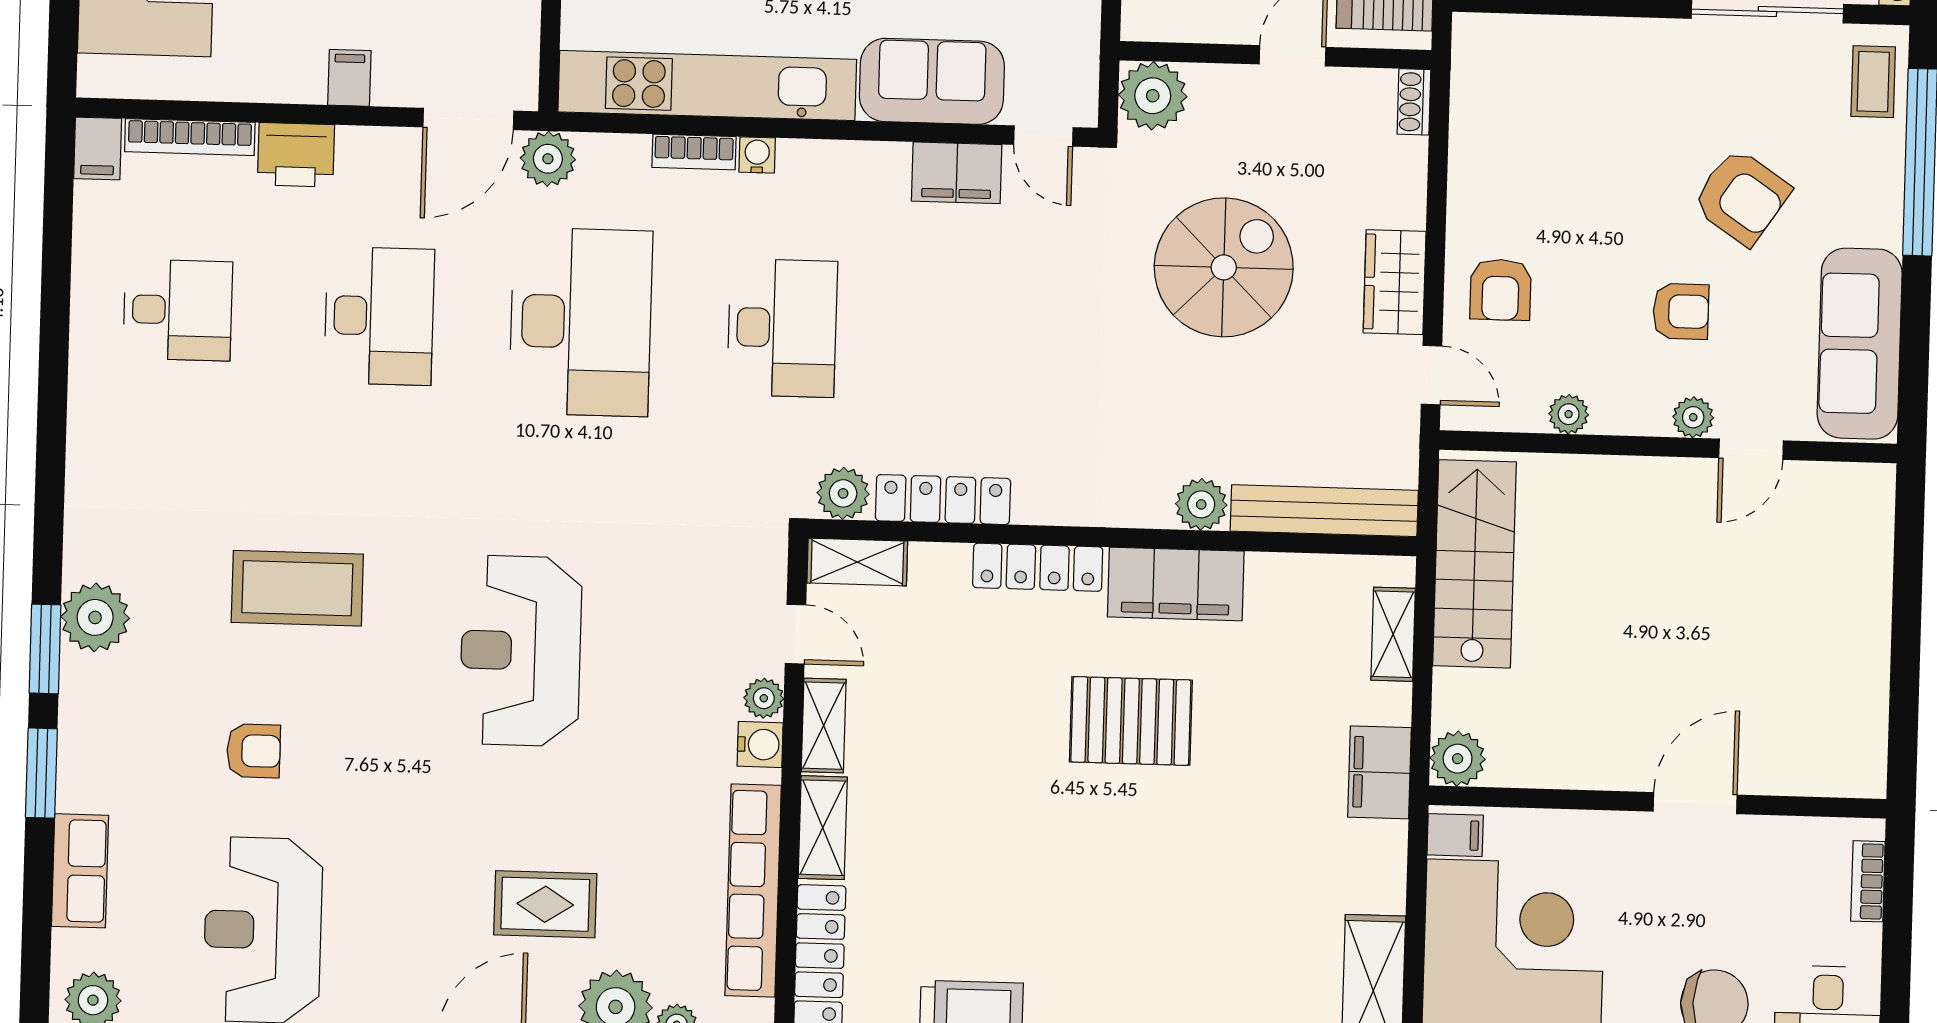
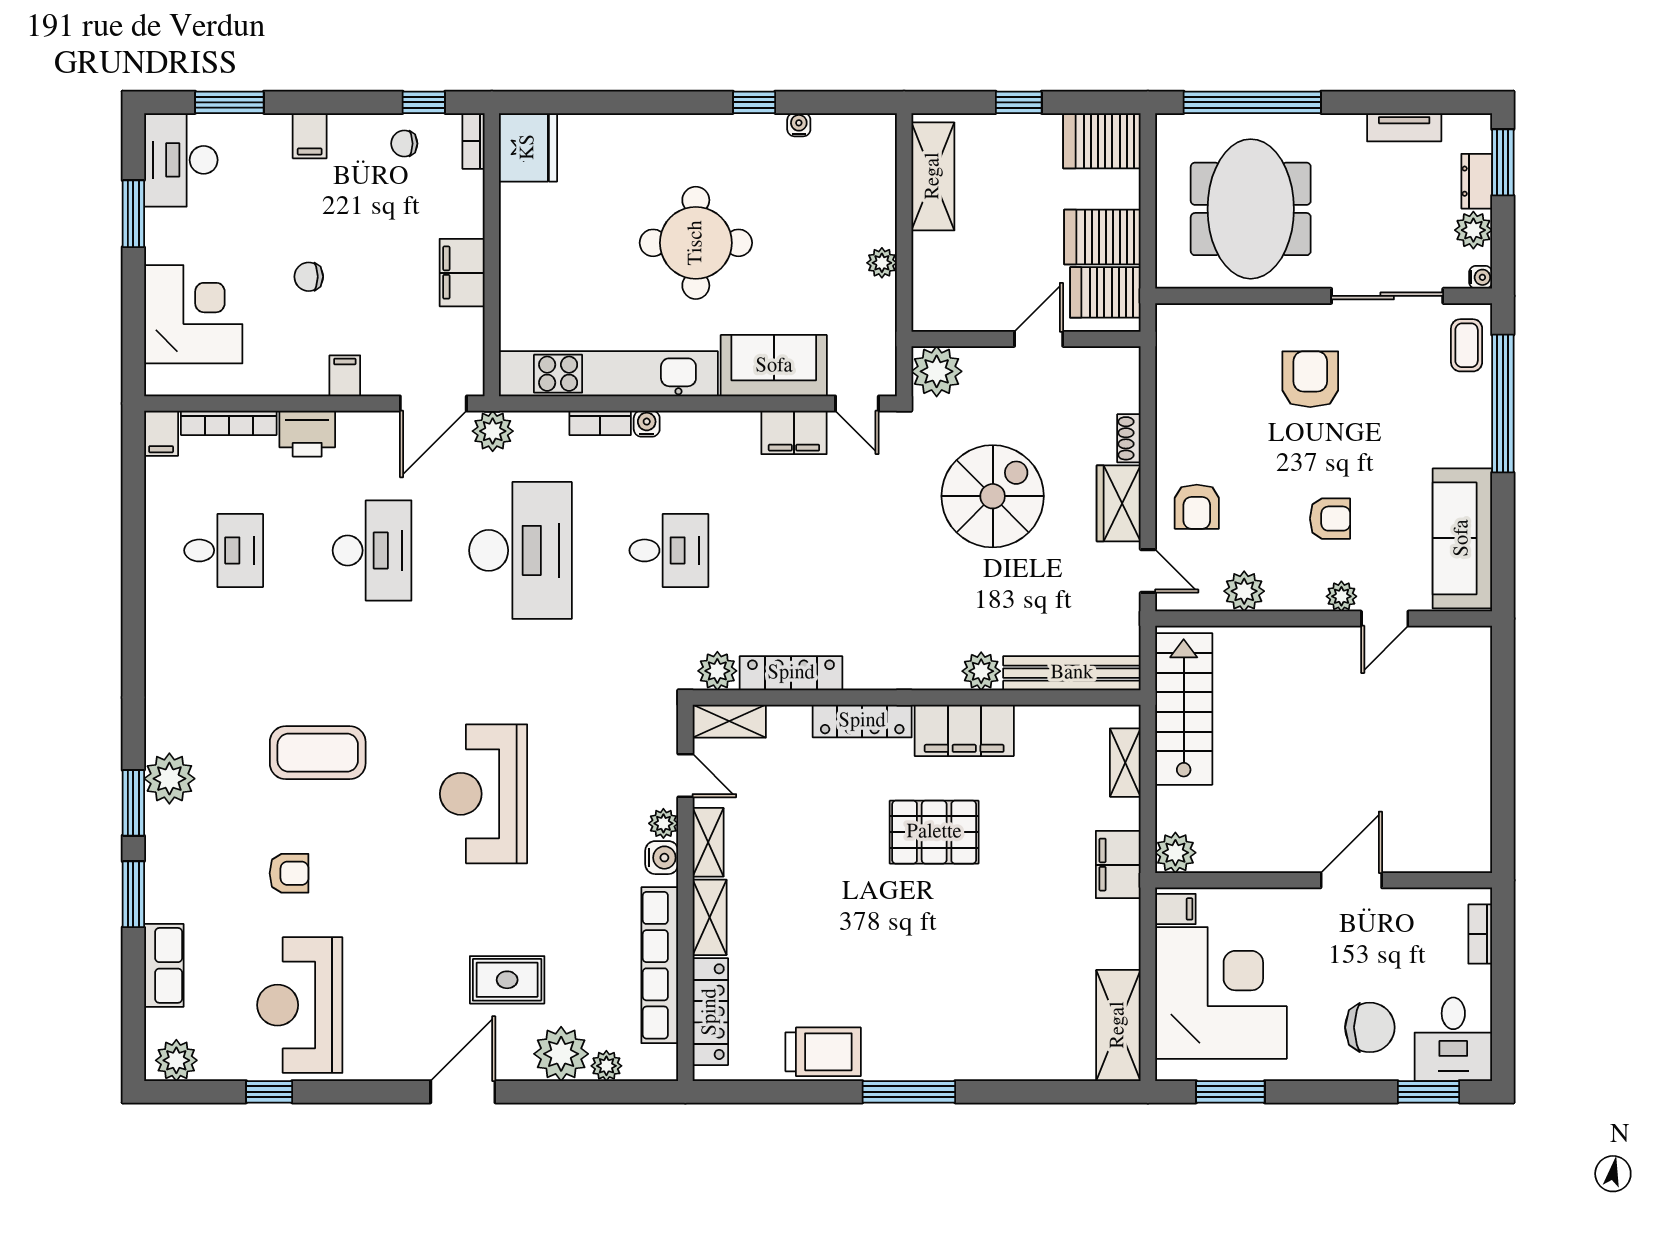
shoe rack: (1414, 102) -> (1129, 438), moved
armchair: (1741, 197) -> (1310, 379), moved, turned -124
desk: (782, 328) -> (669, 550), width x0.73
plant: (1569, 414) -> (1244, 591), width x1.38, depth x1.38

